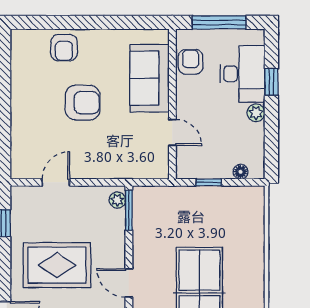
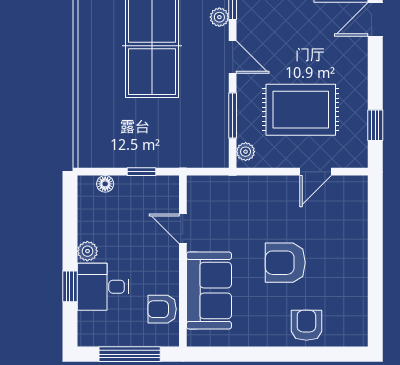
armchair: (191, 62) -> (162, 309), turned 90
desk: (243, 74) -> (103, 287), width x0.73
window: (129, 210) -> (233, 116), moved
rug: (57, 265) -> (301, 110), moved

